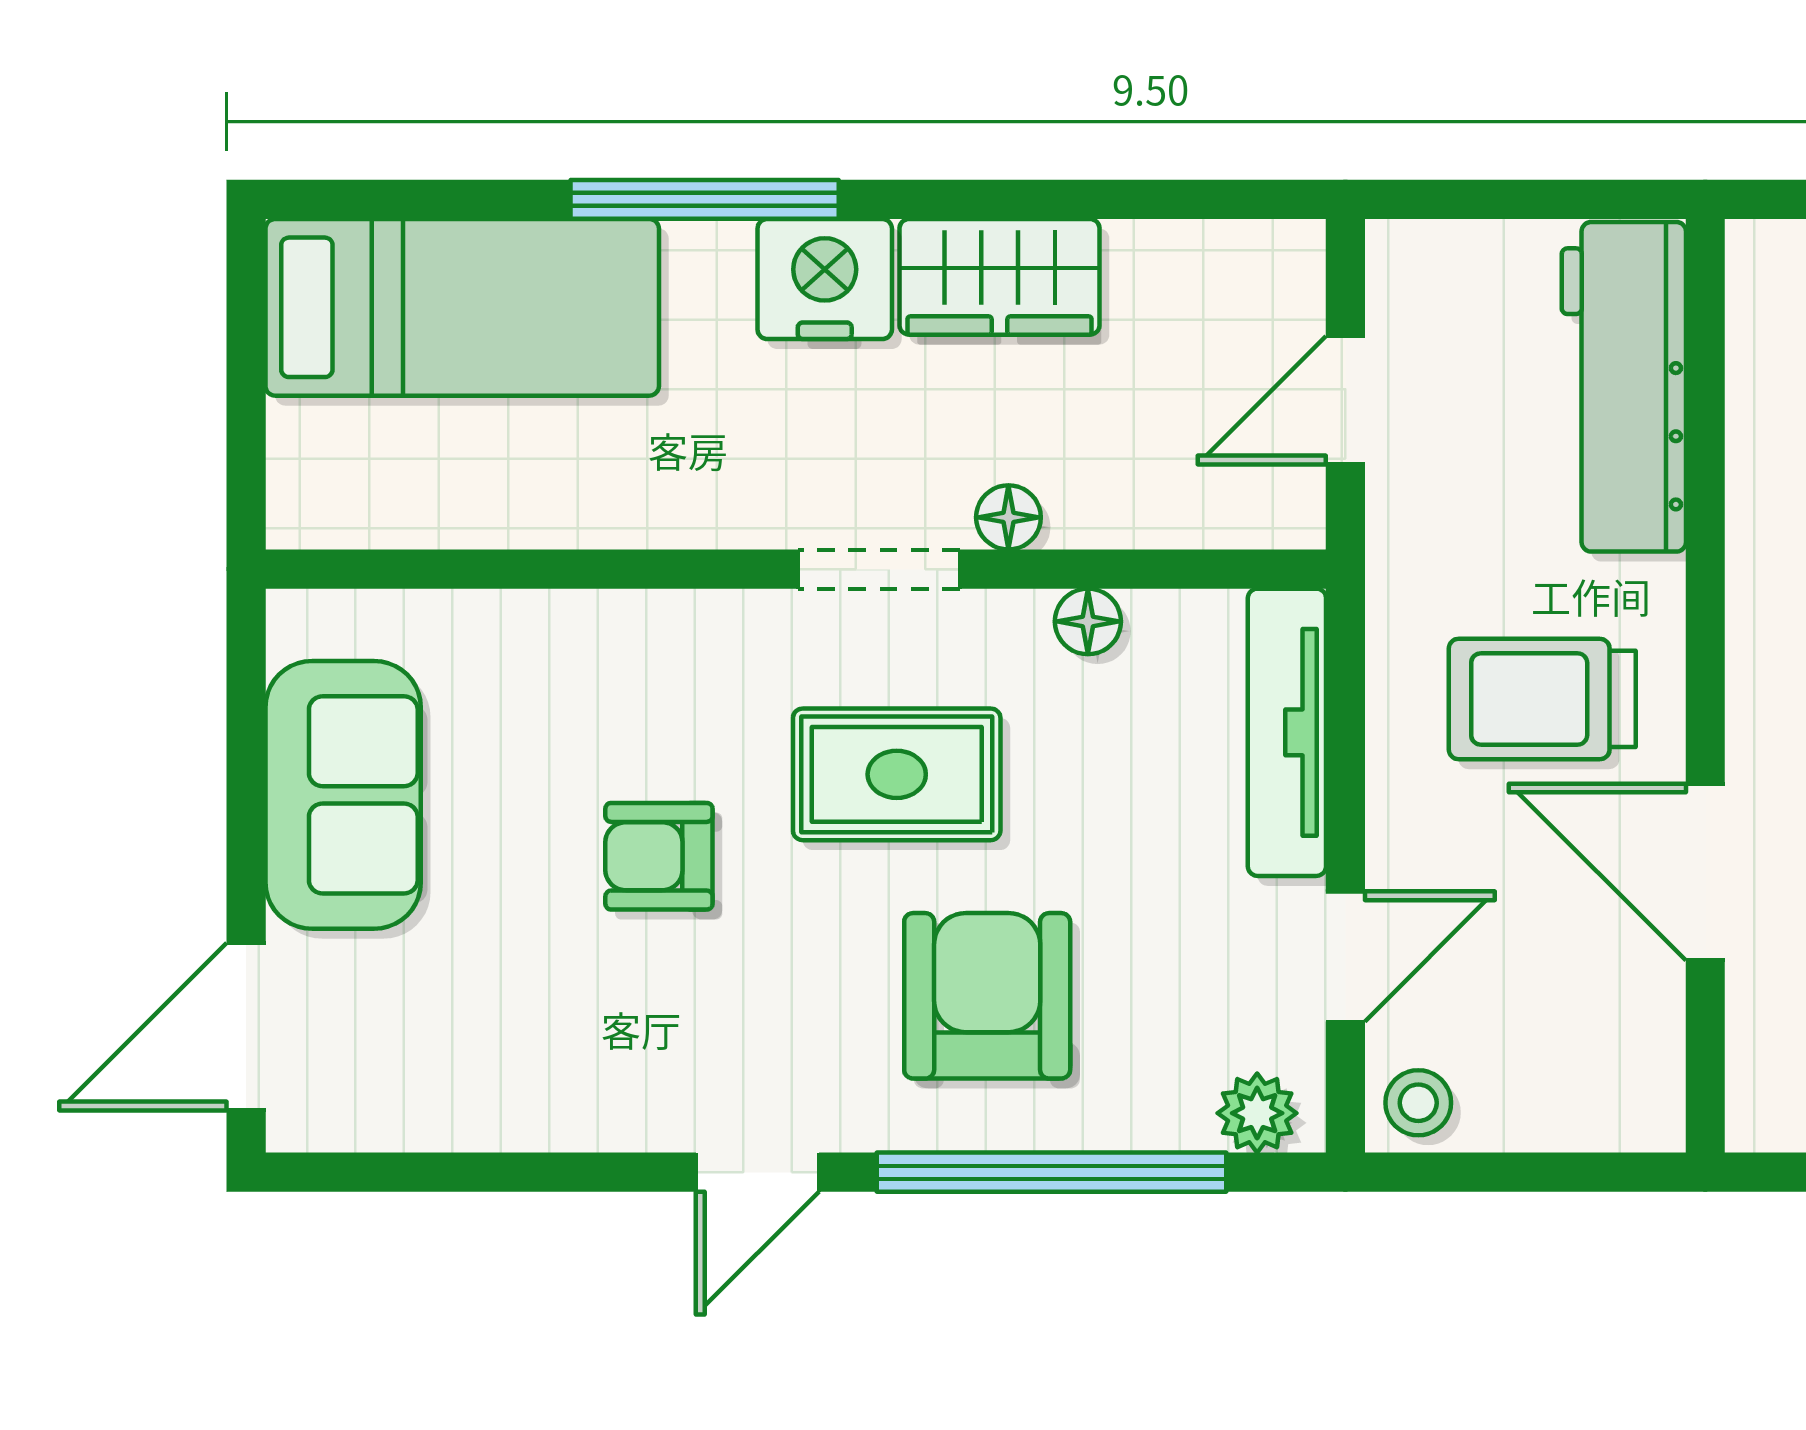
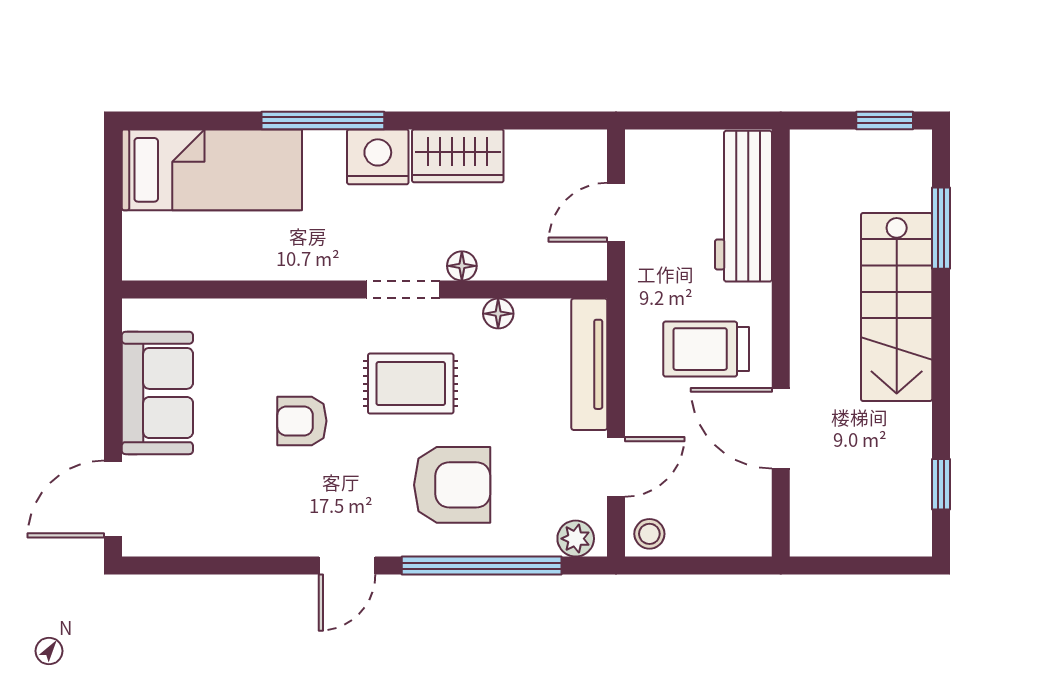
armchair: (987, 996) -> (452, 485), turned 90

